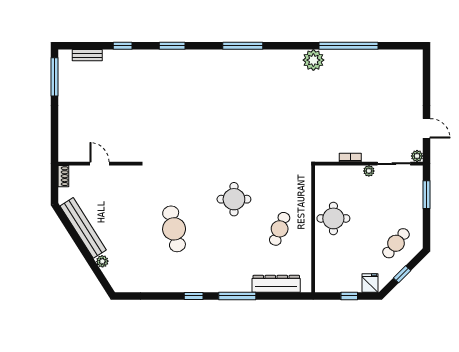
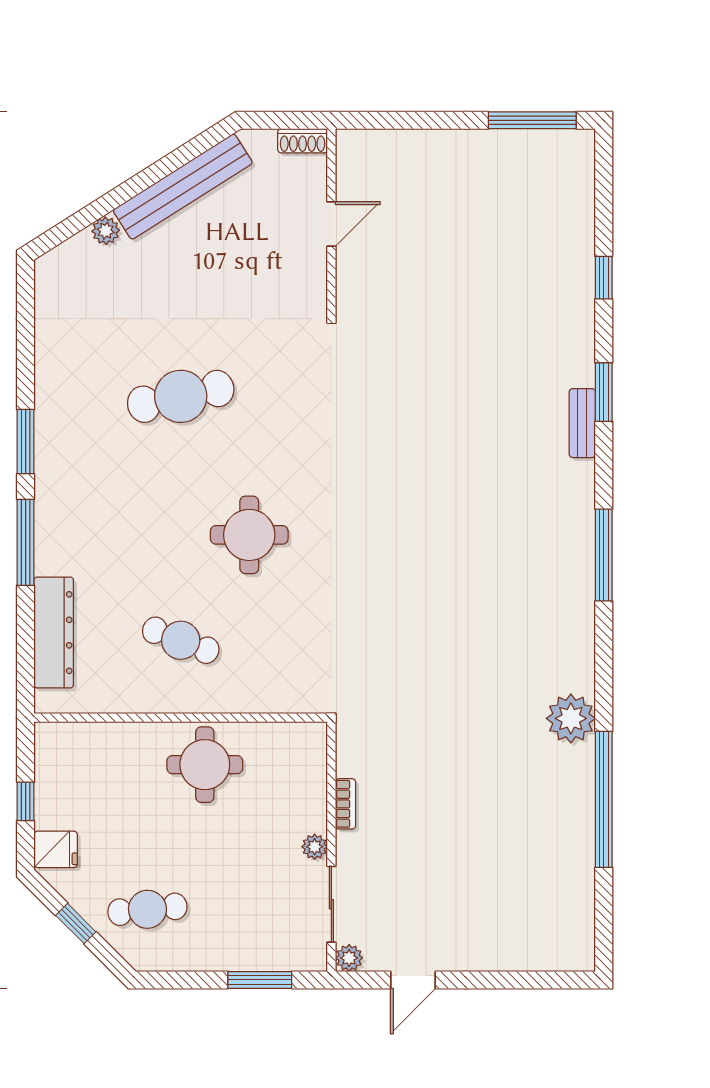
bench: (87, 55) -> (582, 423), moved
cafe table: (396, 243) -> (147, 909), turned -45
window: (194, 296) -> (26, 442), width x1.50

